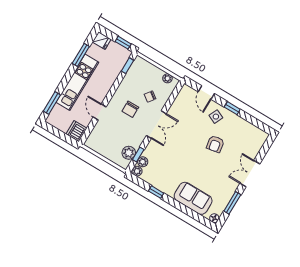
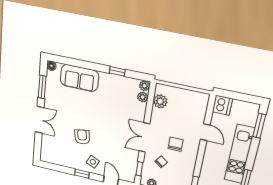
window: (138, 155) -> (139, 169), moved

